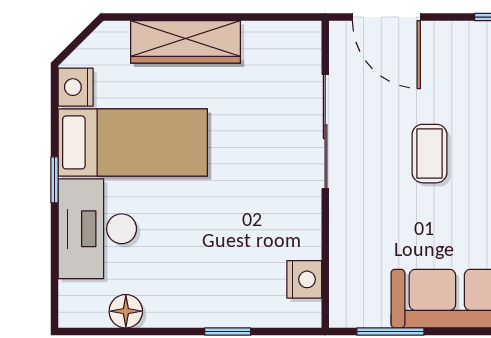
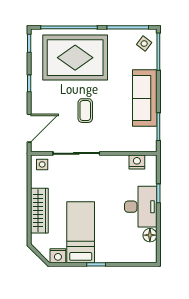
side table: (298, 48) -> (42, 164), added
coffee table: (430, 154) -> (85, 111), turned 90
desk: (97, 229) -> (141, 207), moved, turned -90

